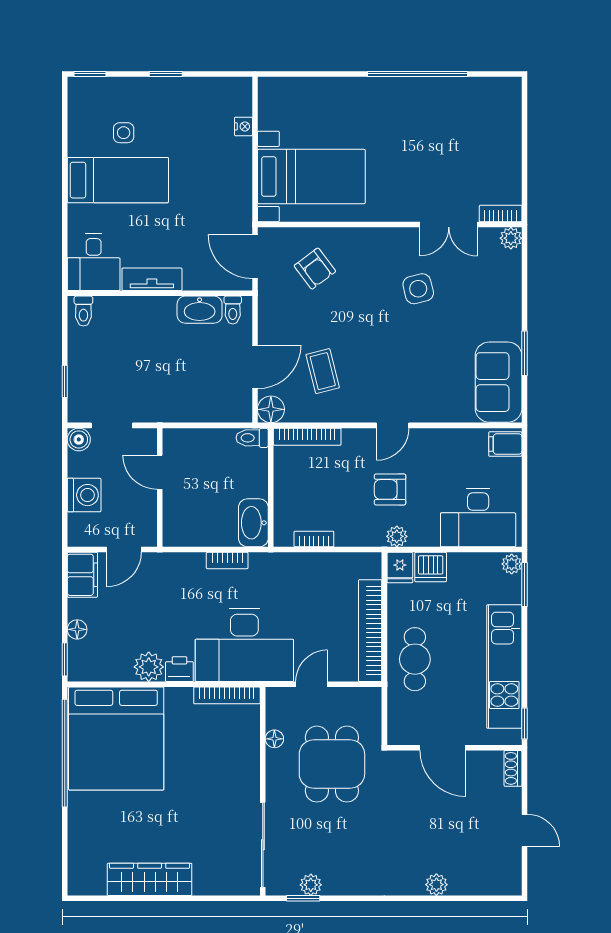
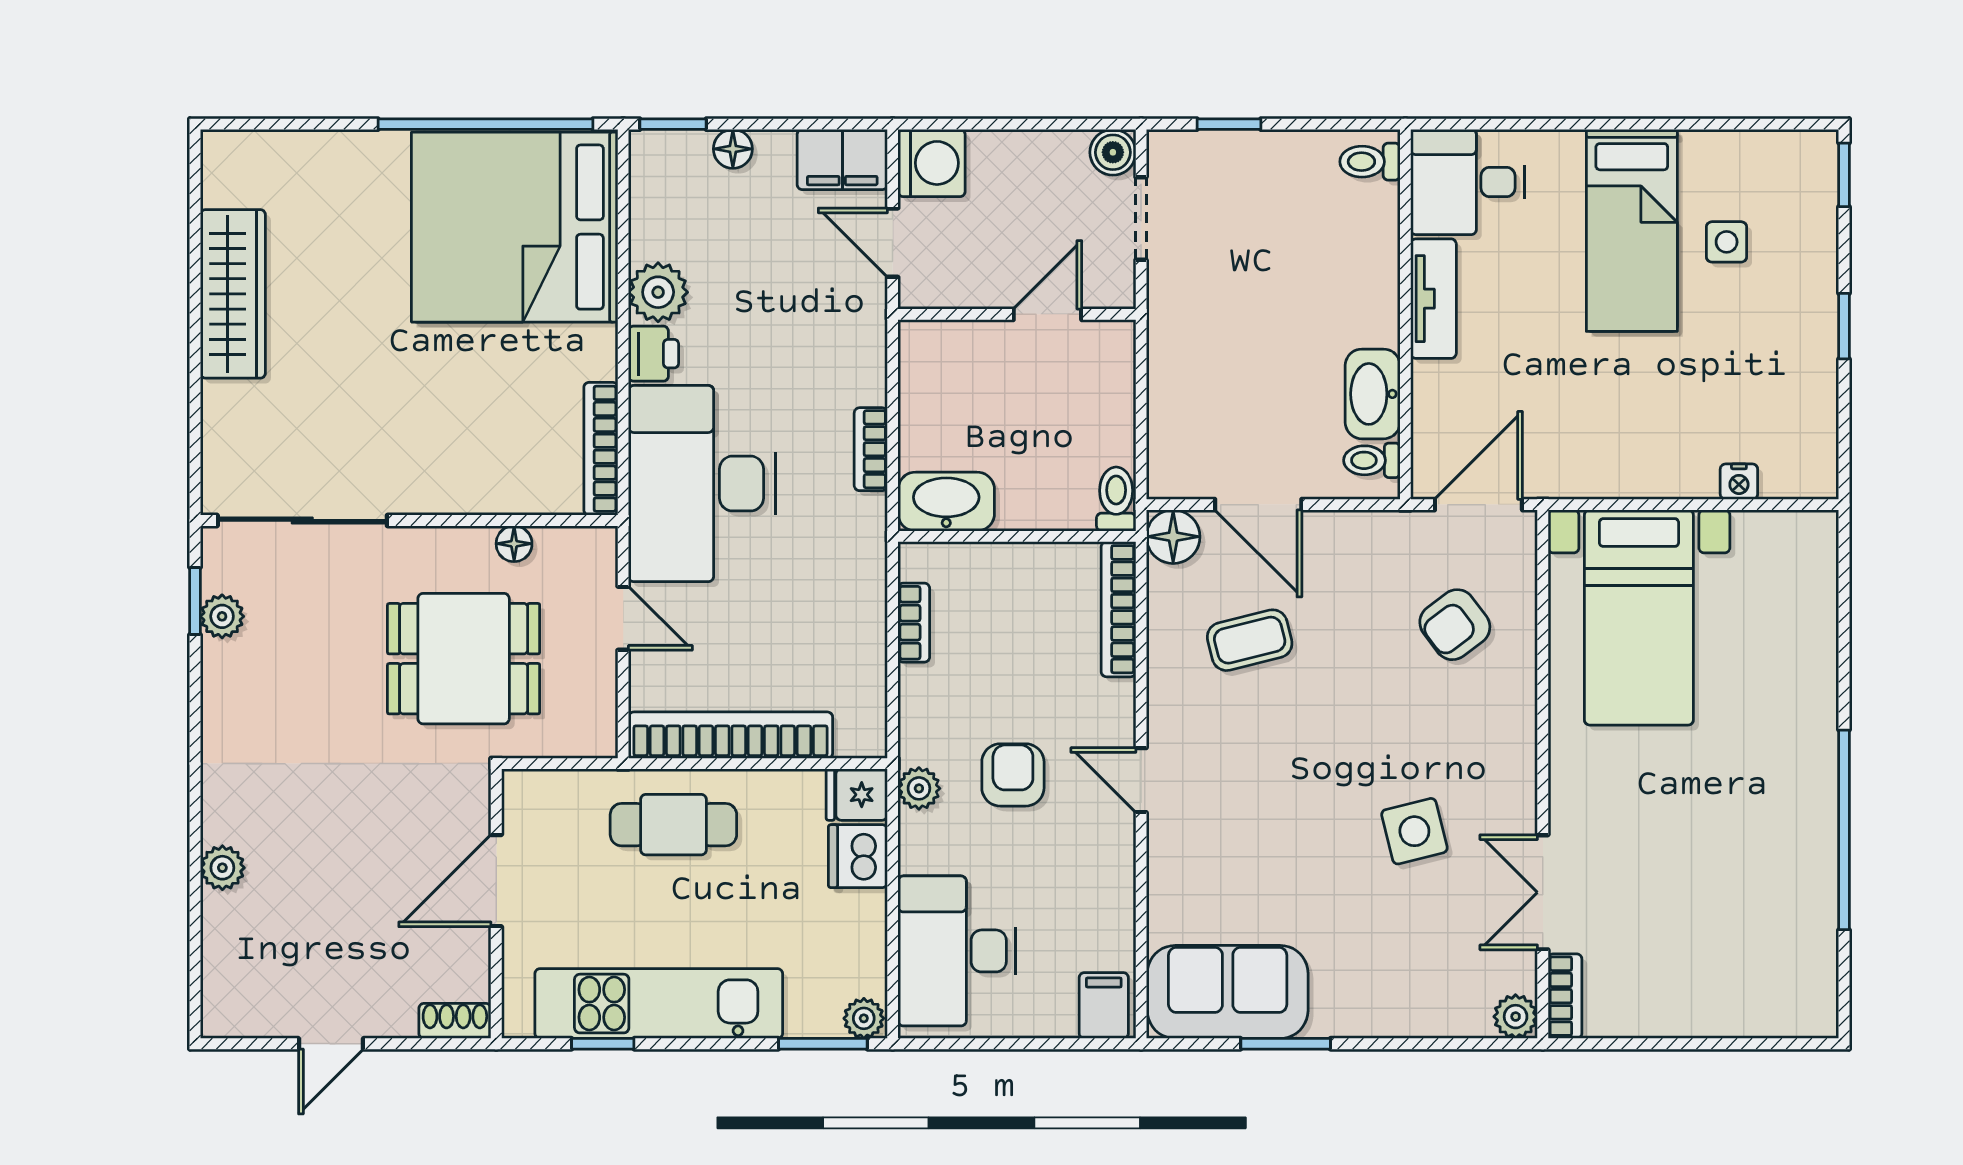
washing machine: (84, 495) -> (932, 163), moved, turned -90
window: (524, 723) -> (603, 1044), moved

